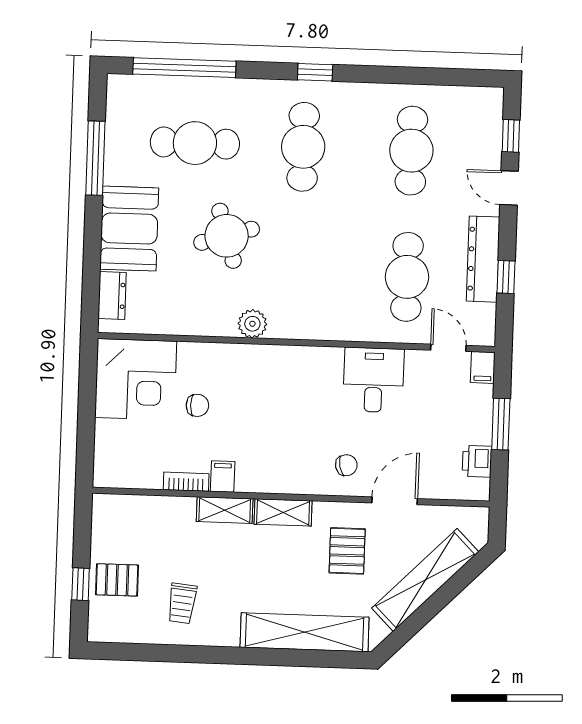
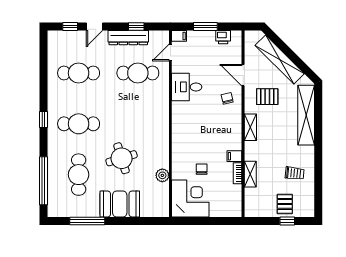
dresser: (112, 295) -> (151, 211), removed
plant: (252, 324) -> (162, 175), moved
shelving: (225, 510) -> (250, 174), moved

